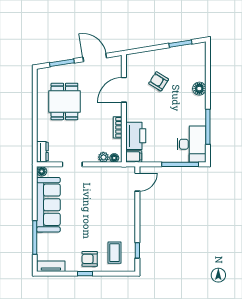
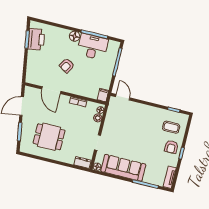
armchair: (159, 81) -> (67, 66), moved
floor lamp: (199, 89) -> (75, 36), moved
printer: (136, 136) -> (36, 39), moved, turned 81
desk: (192, 144) -> (93, 47), moved

